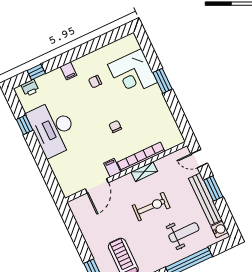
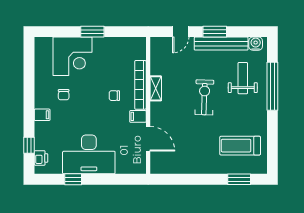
bookcase: (141, 157) -> (140, 85), moved
filing cabinet: (112, 168) -> (138, 116), moved
wall: (126, 172) -> (148, 105), moved
shelving: (144, 172) -> (156, 88), moved
door: (97, 186) -> (148, 139), moved

